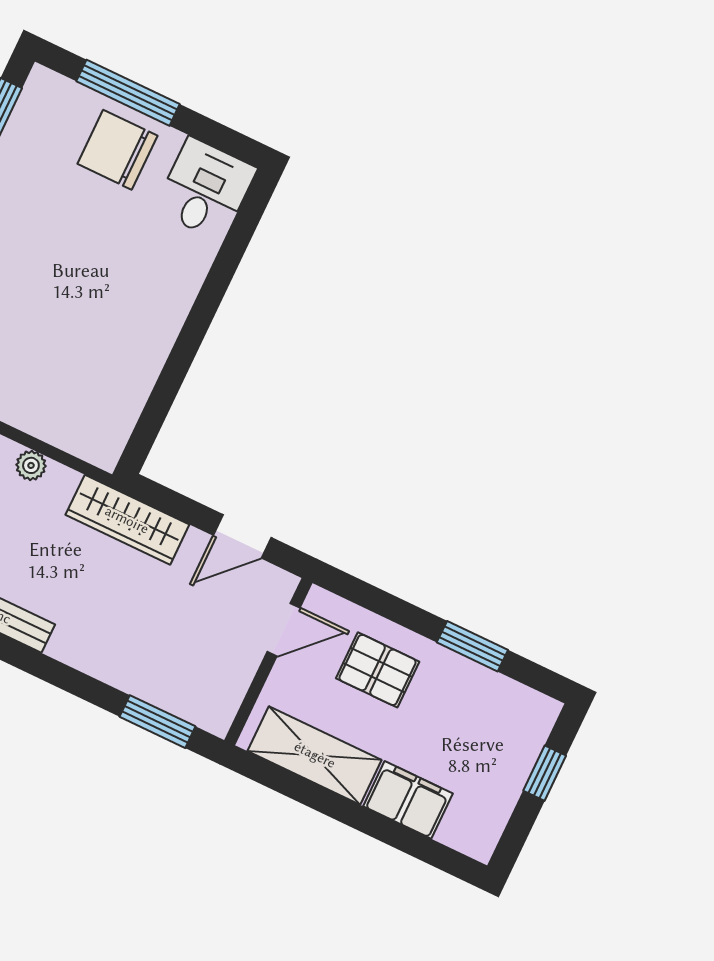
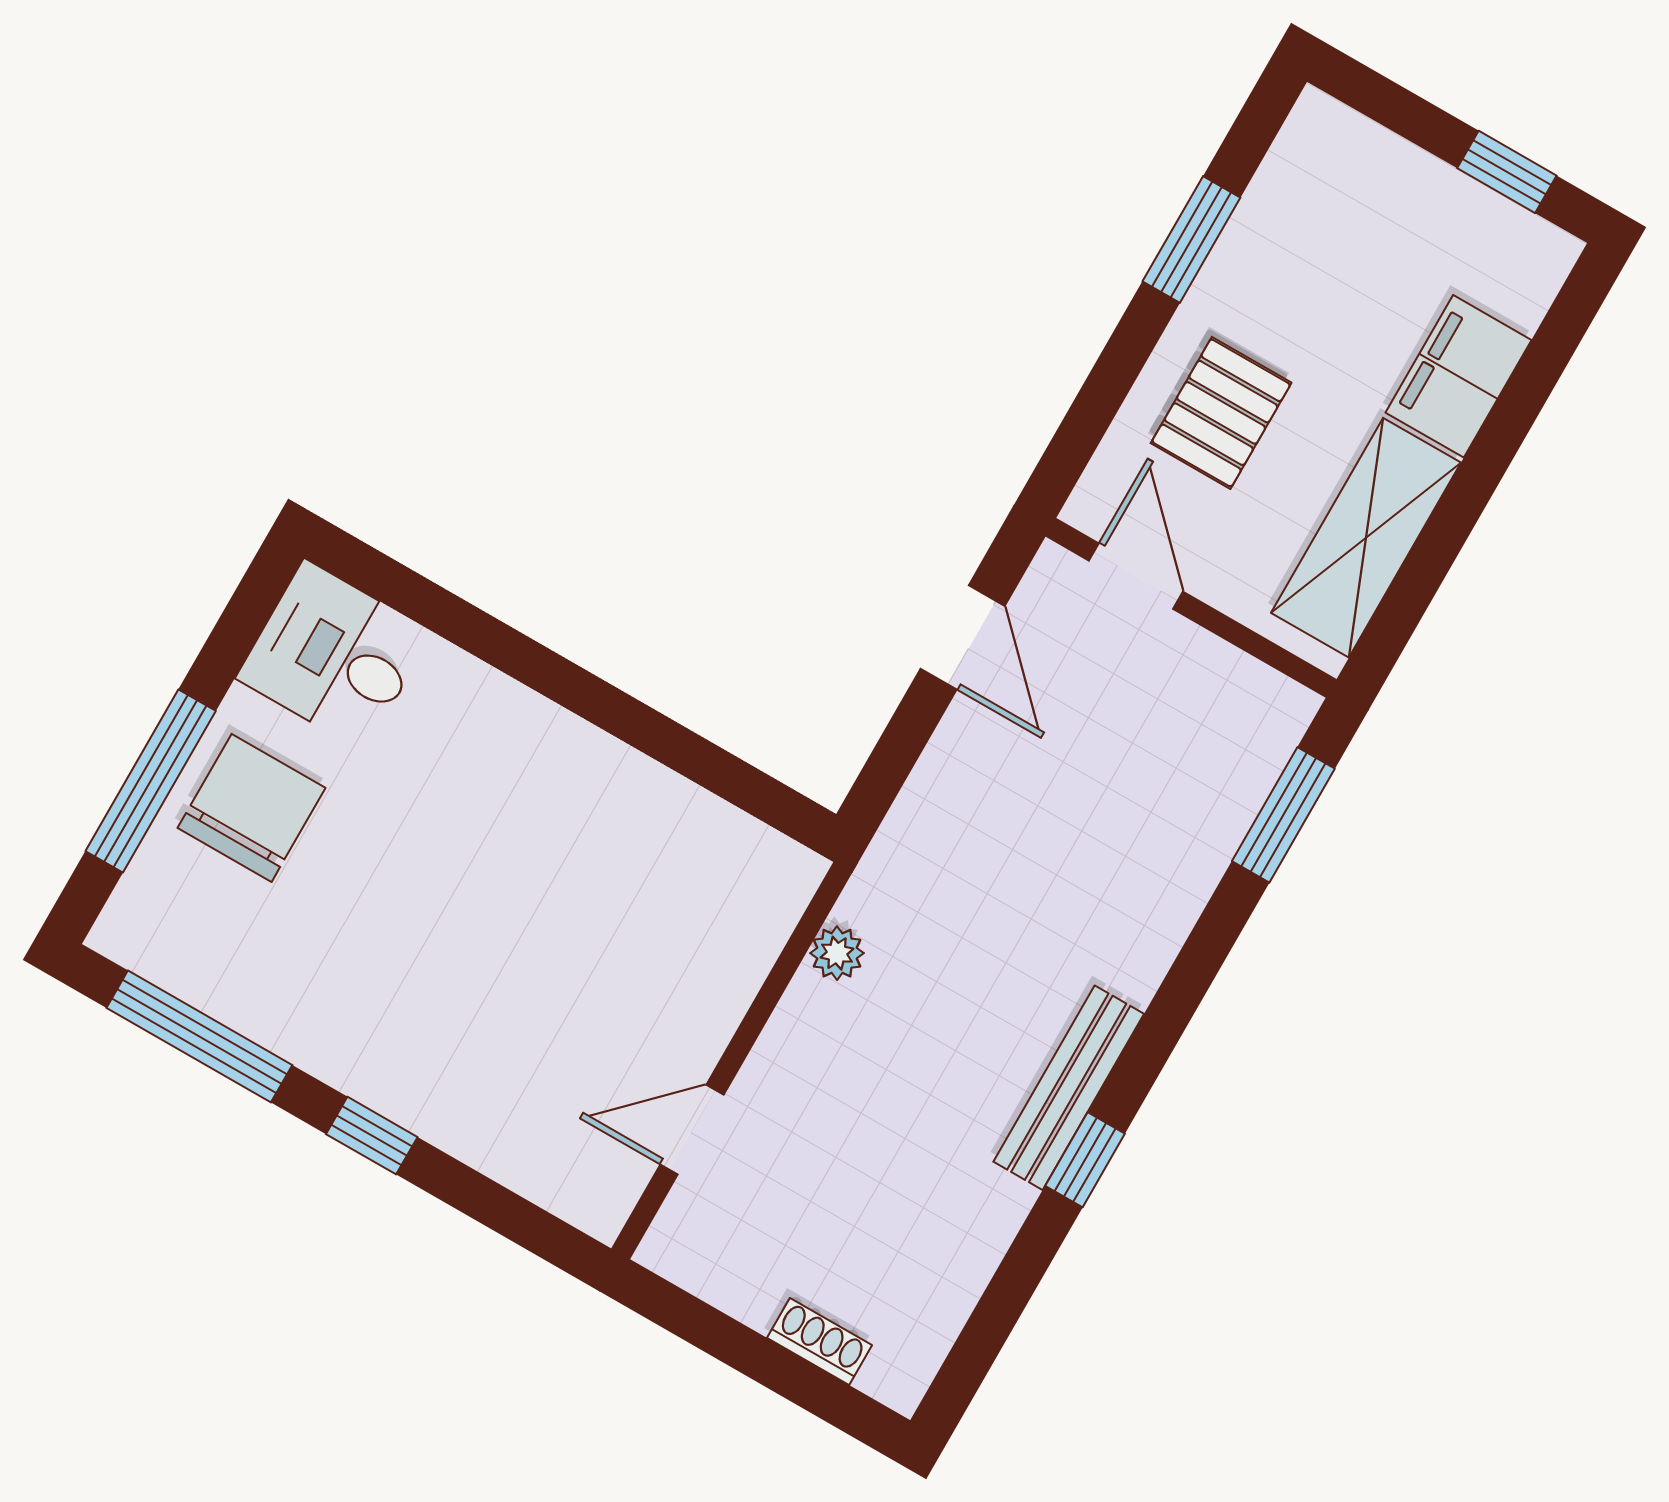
chair: (117, 150) -> (252, 808), turned 180
plant: (31, 465) -> (837, 953), moved
wardrobe: (127, 520) -> (917, 841), removed
window: (545, 773) -> (1507, 172), moved

